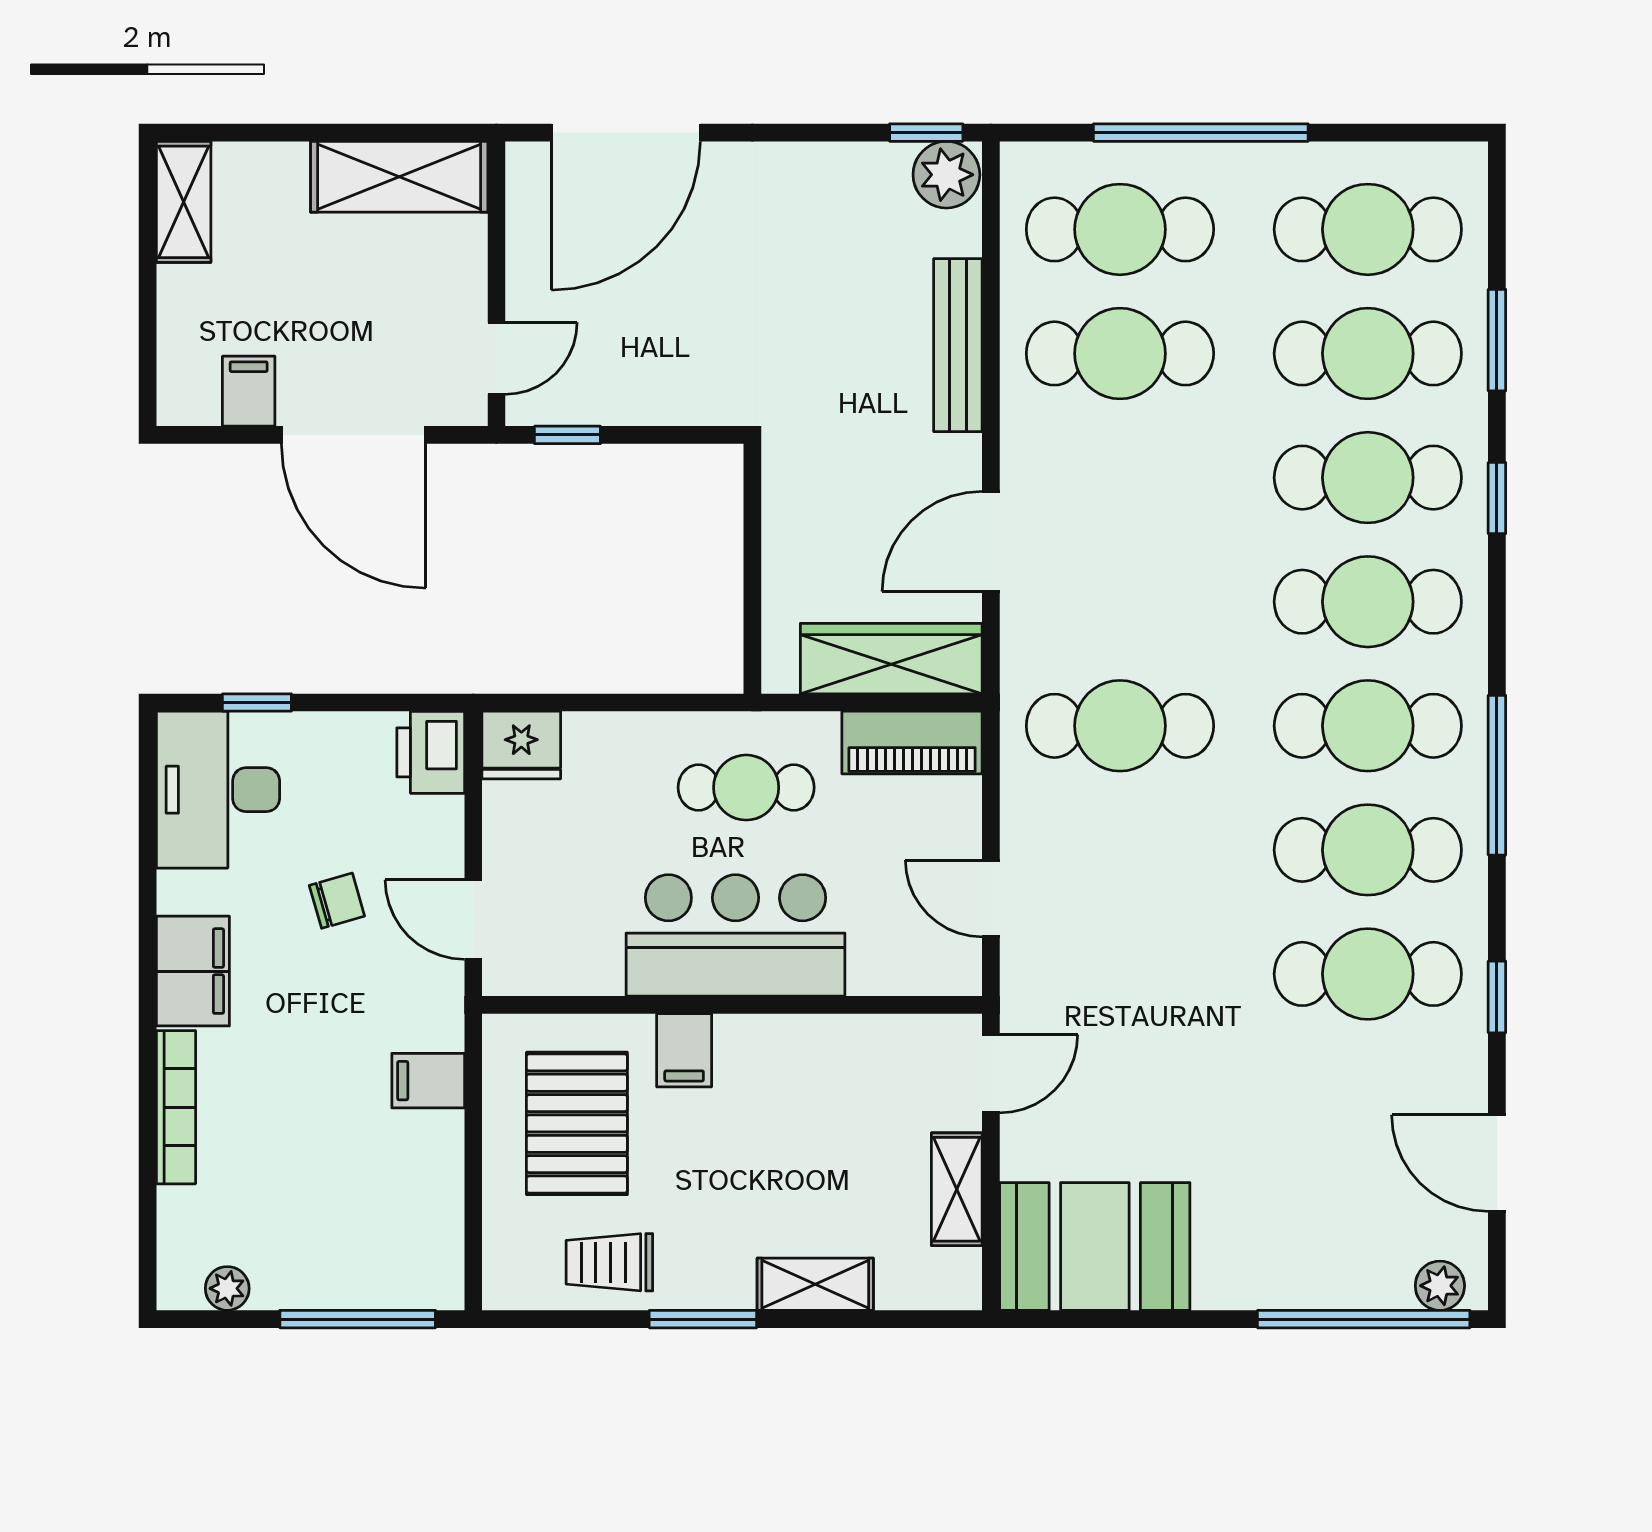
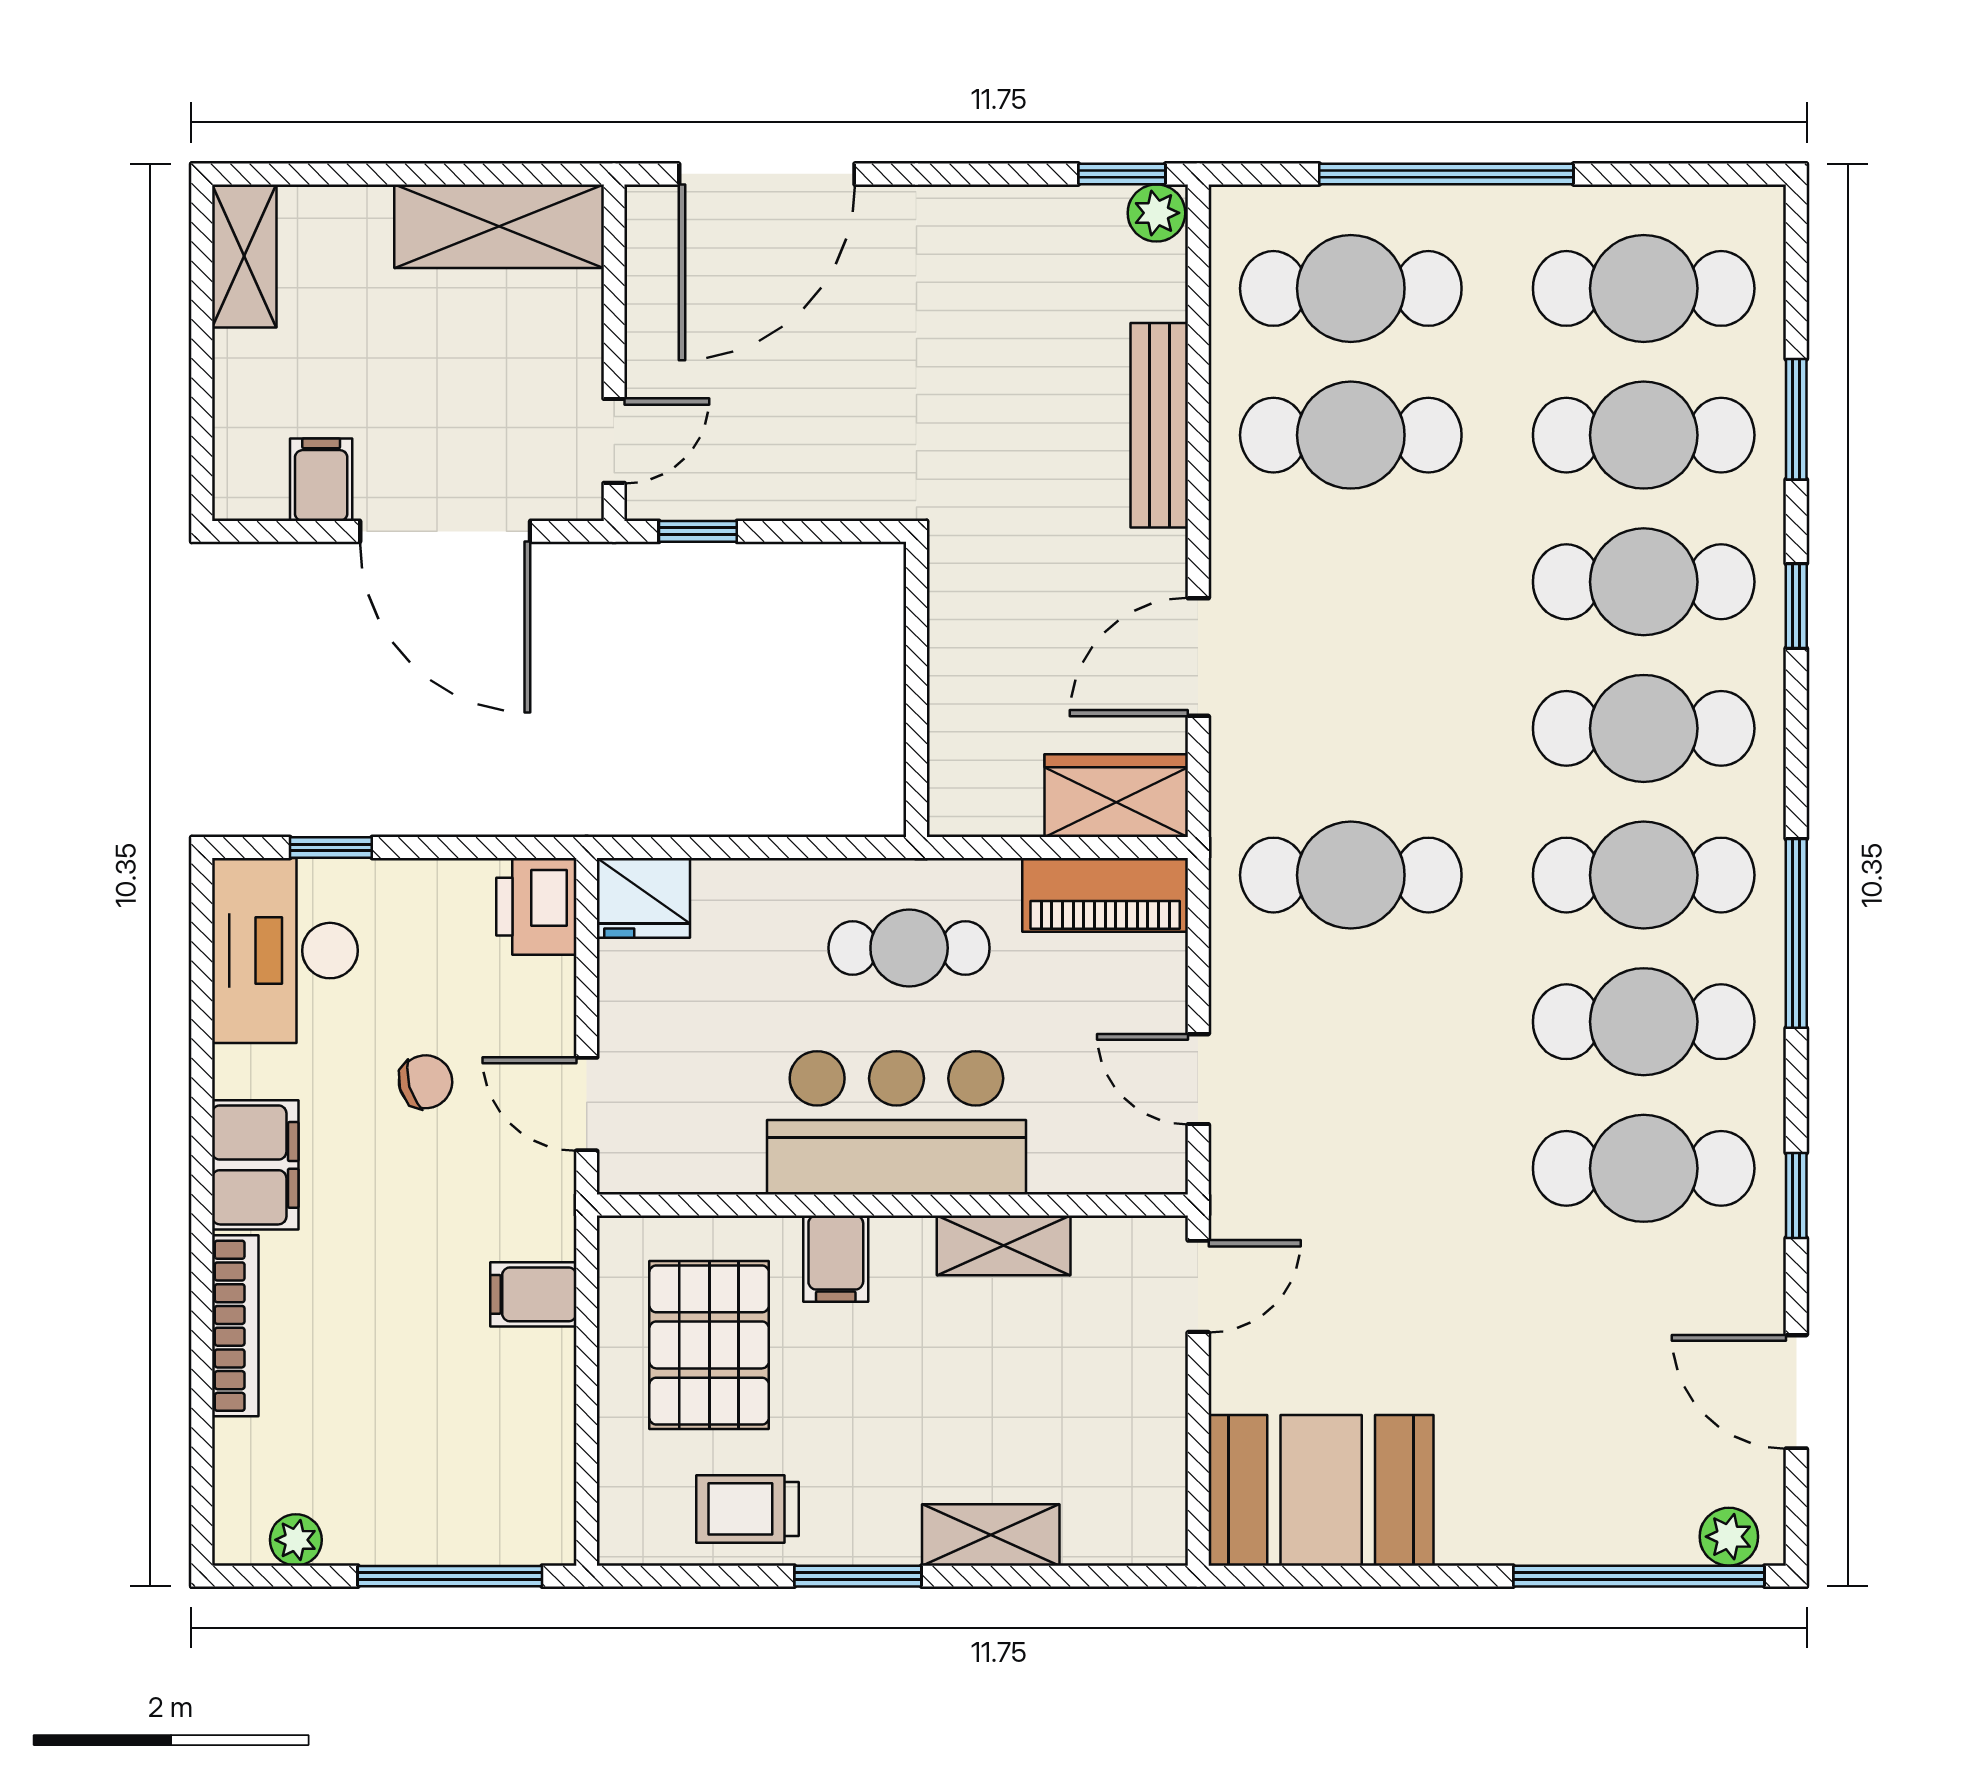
plant: (946, 175) -> (1156, 213), width x0.73, depth x0.73
wardrobe: (891, 659) -> (1116, 796), width x0.67
shelving: (957, 1189) -> (1004, 1245), moved, turned 90

